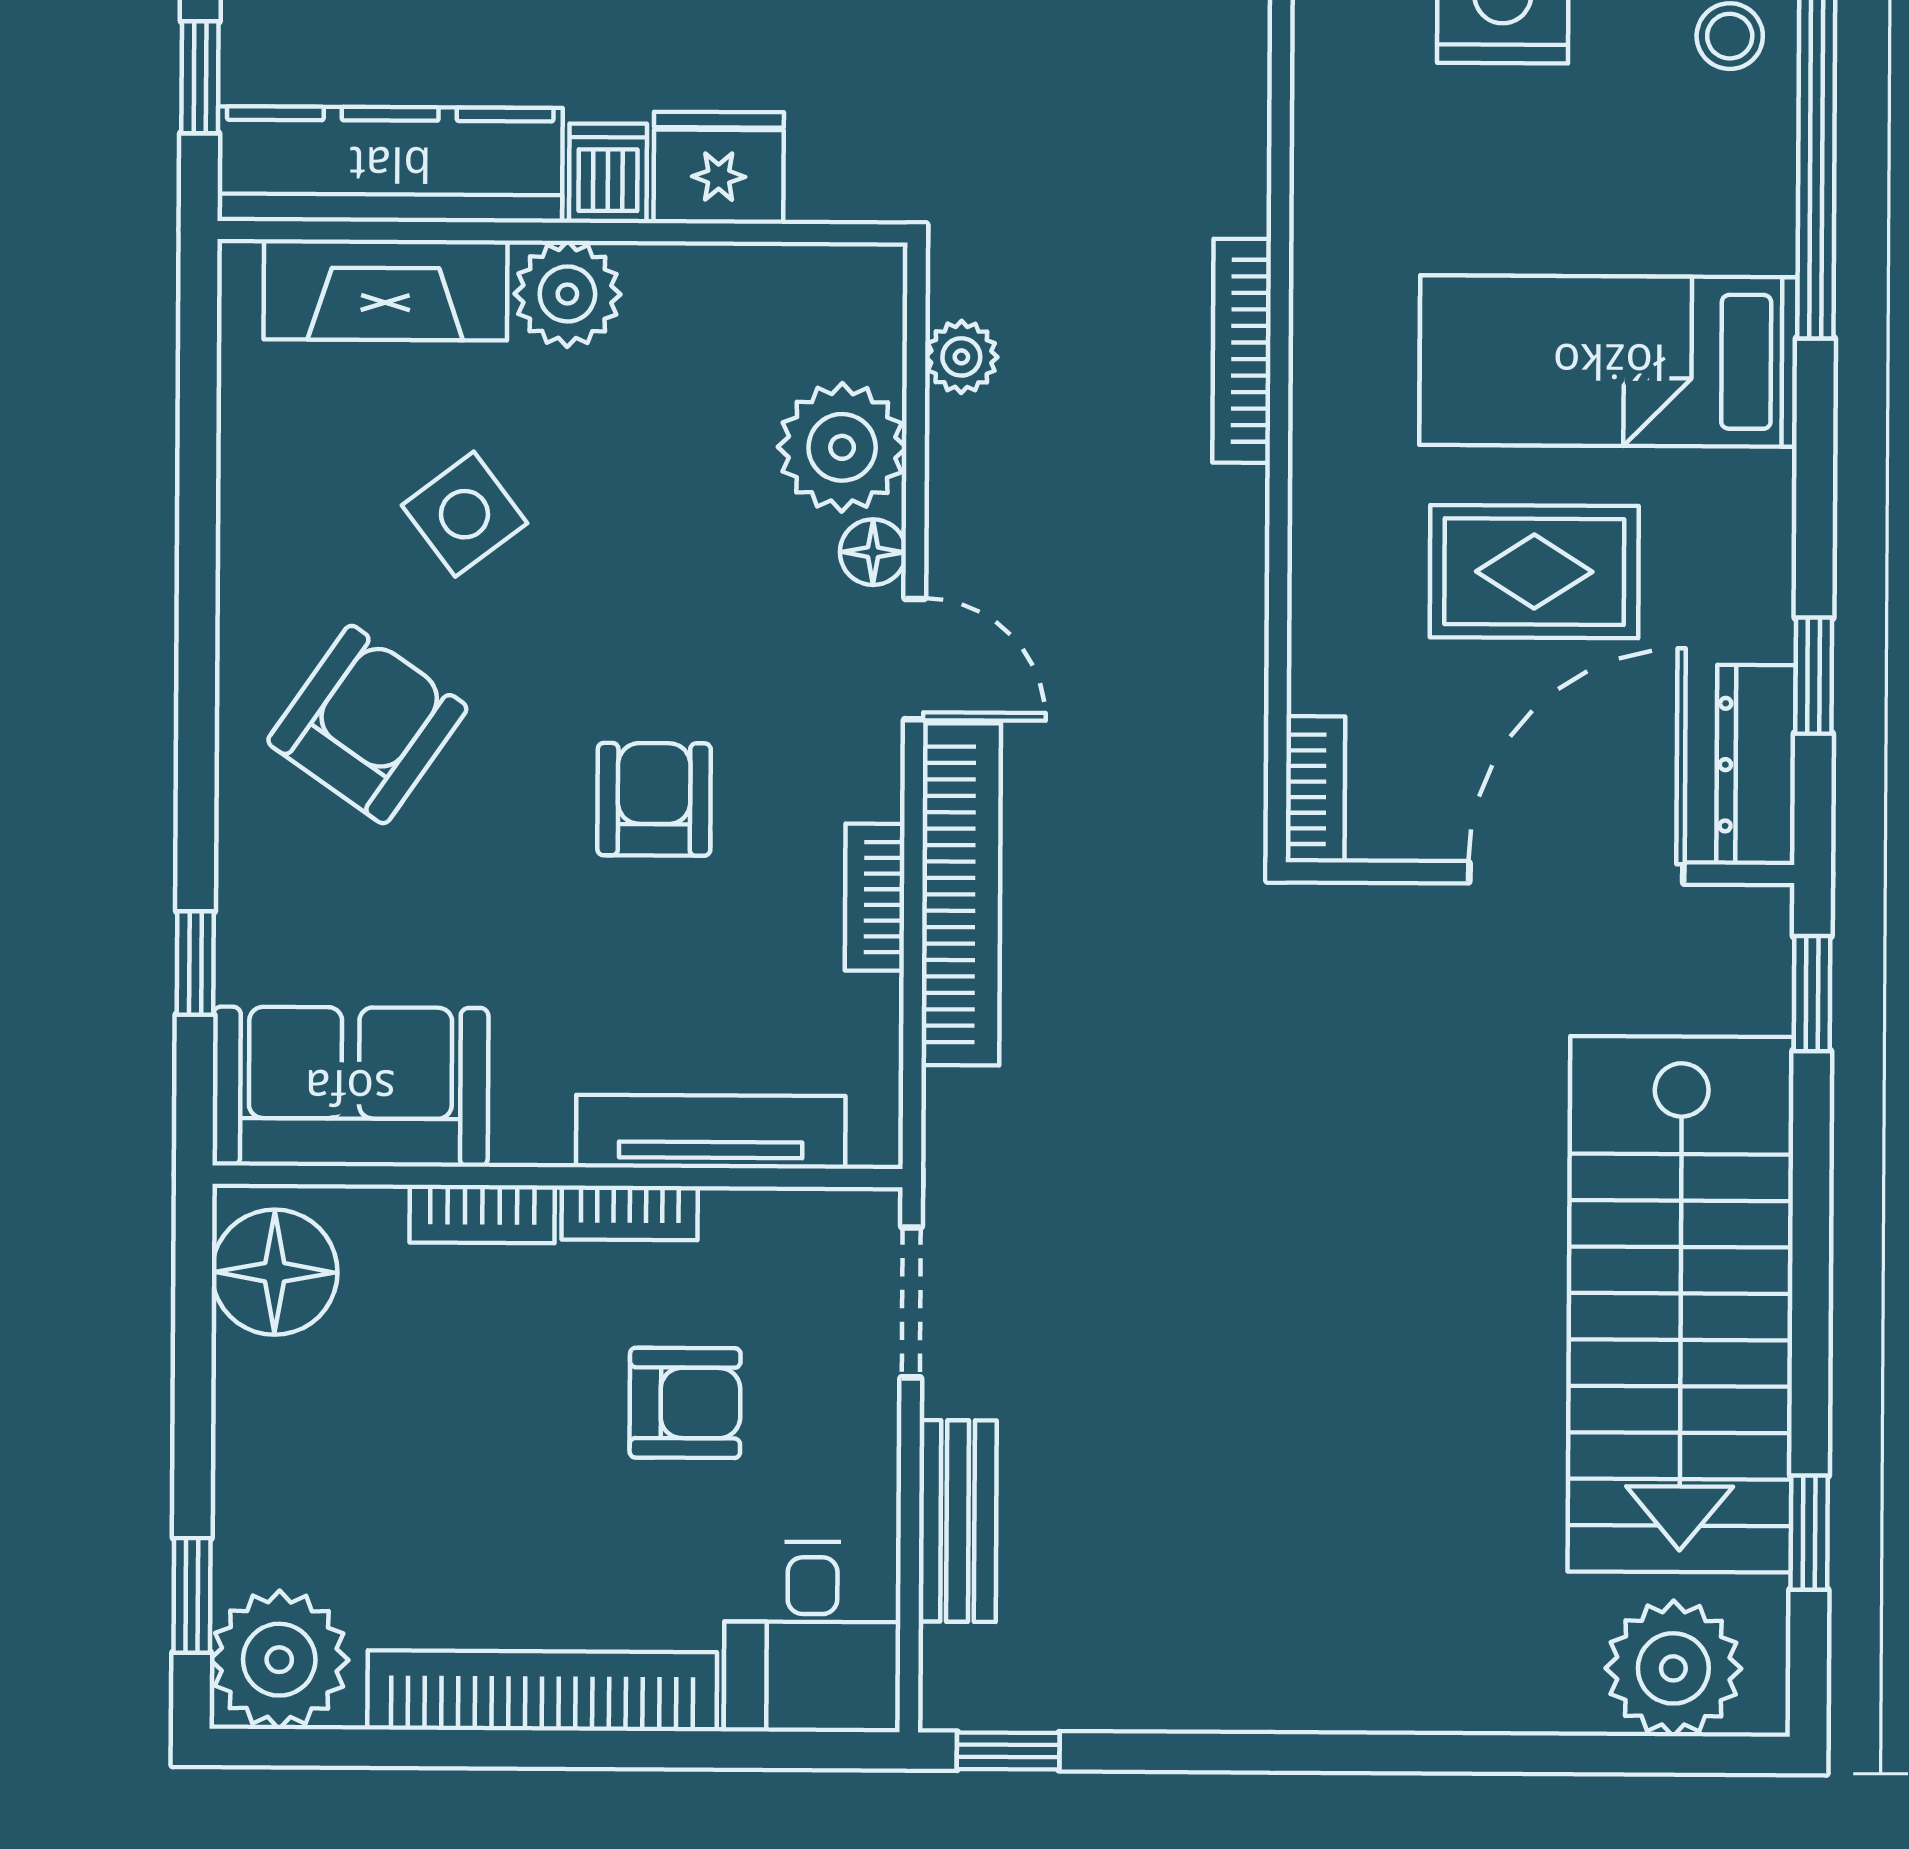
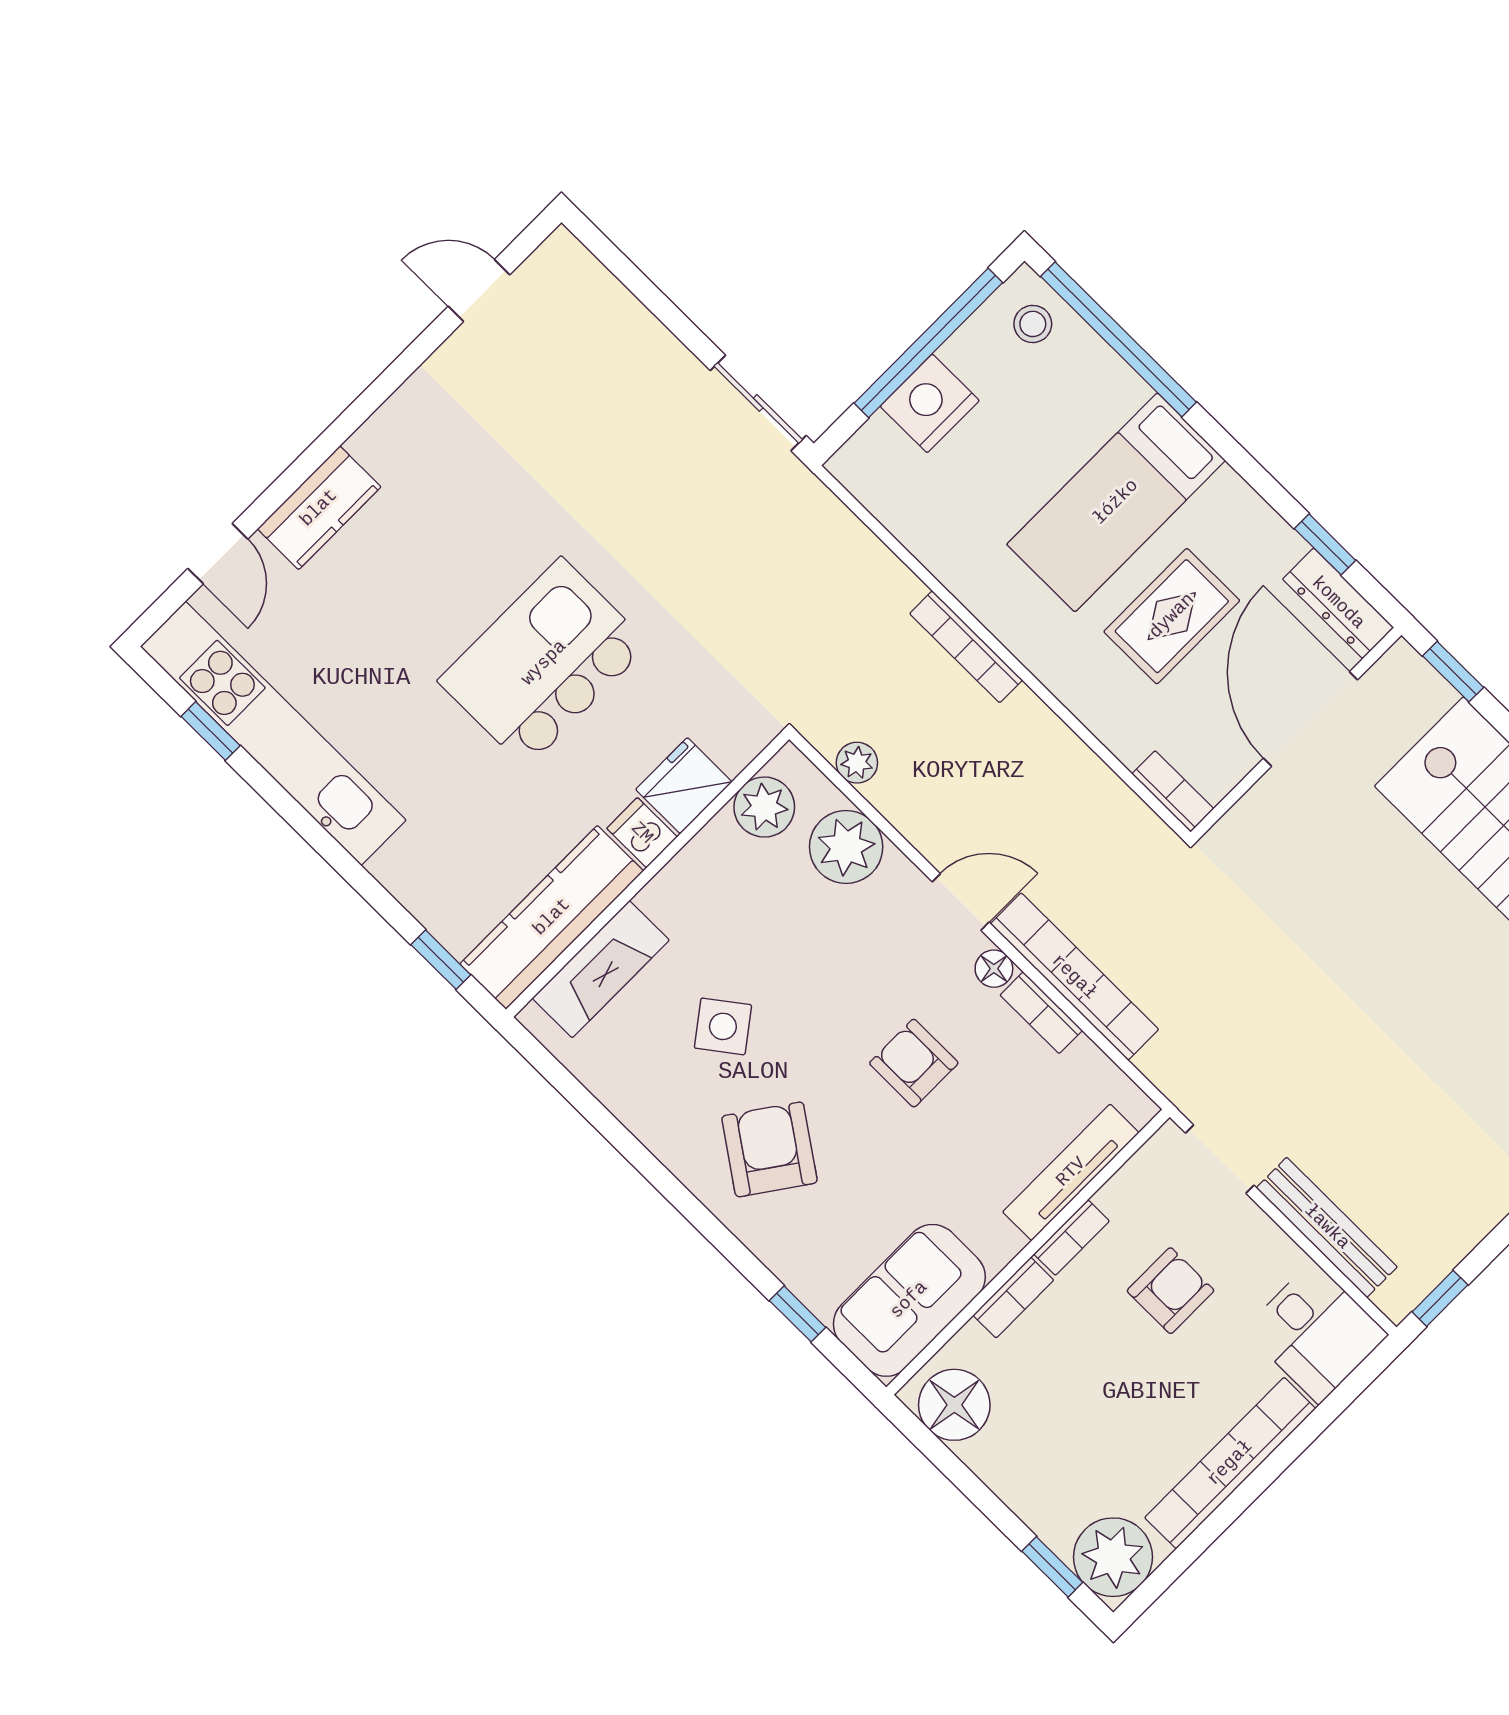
plant: (567, 294) -> (764, 807), moved
floor lamp: (873, 552) -> (994, 969), moved
bench: (958, 1521) -> (1327, 1227), width x1.36

